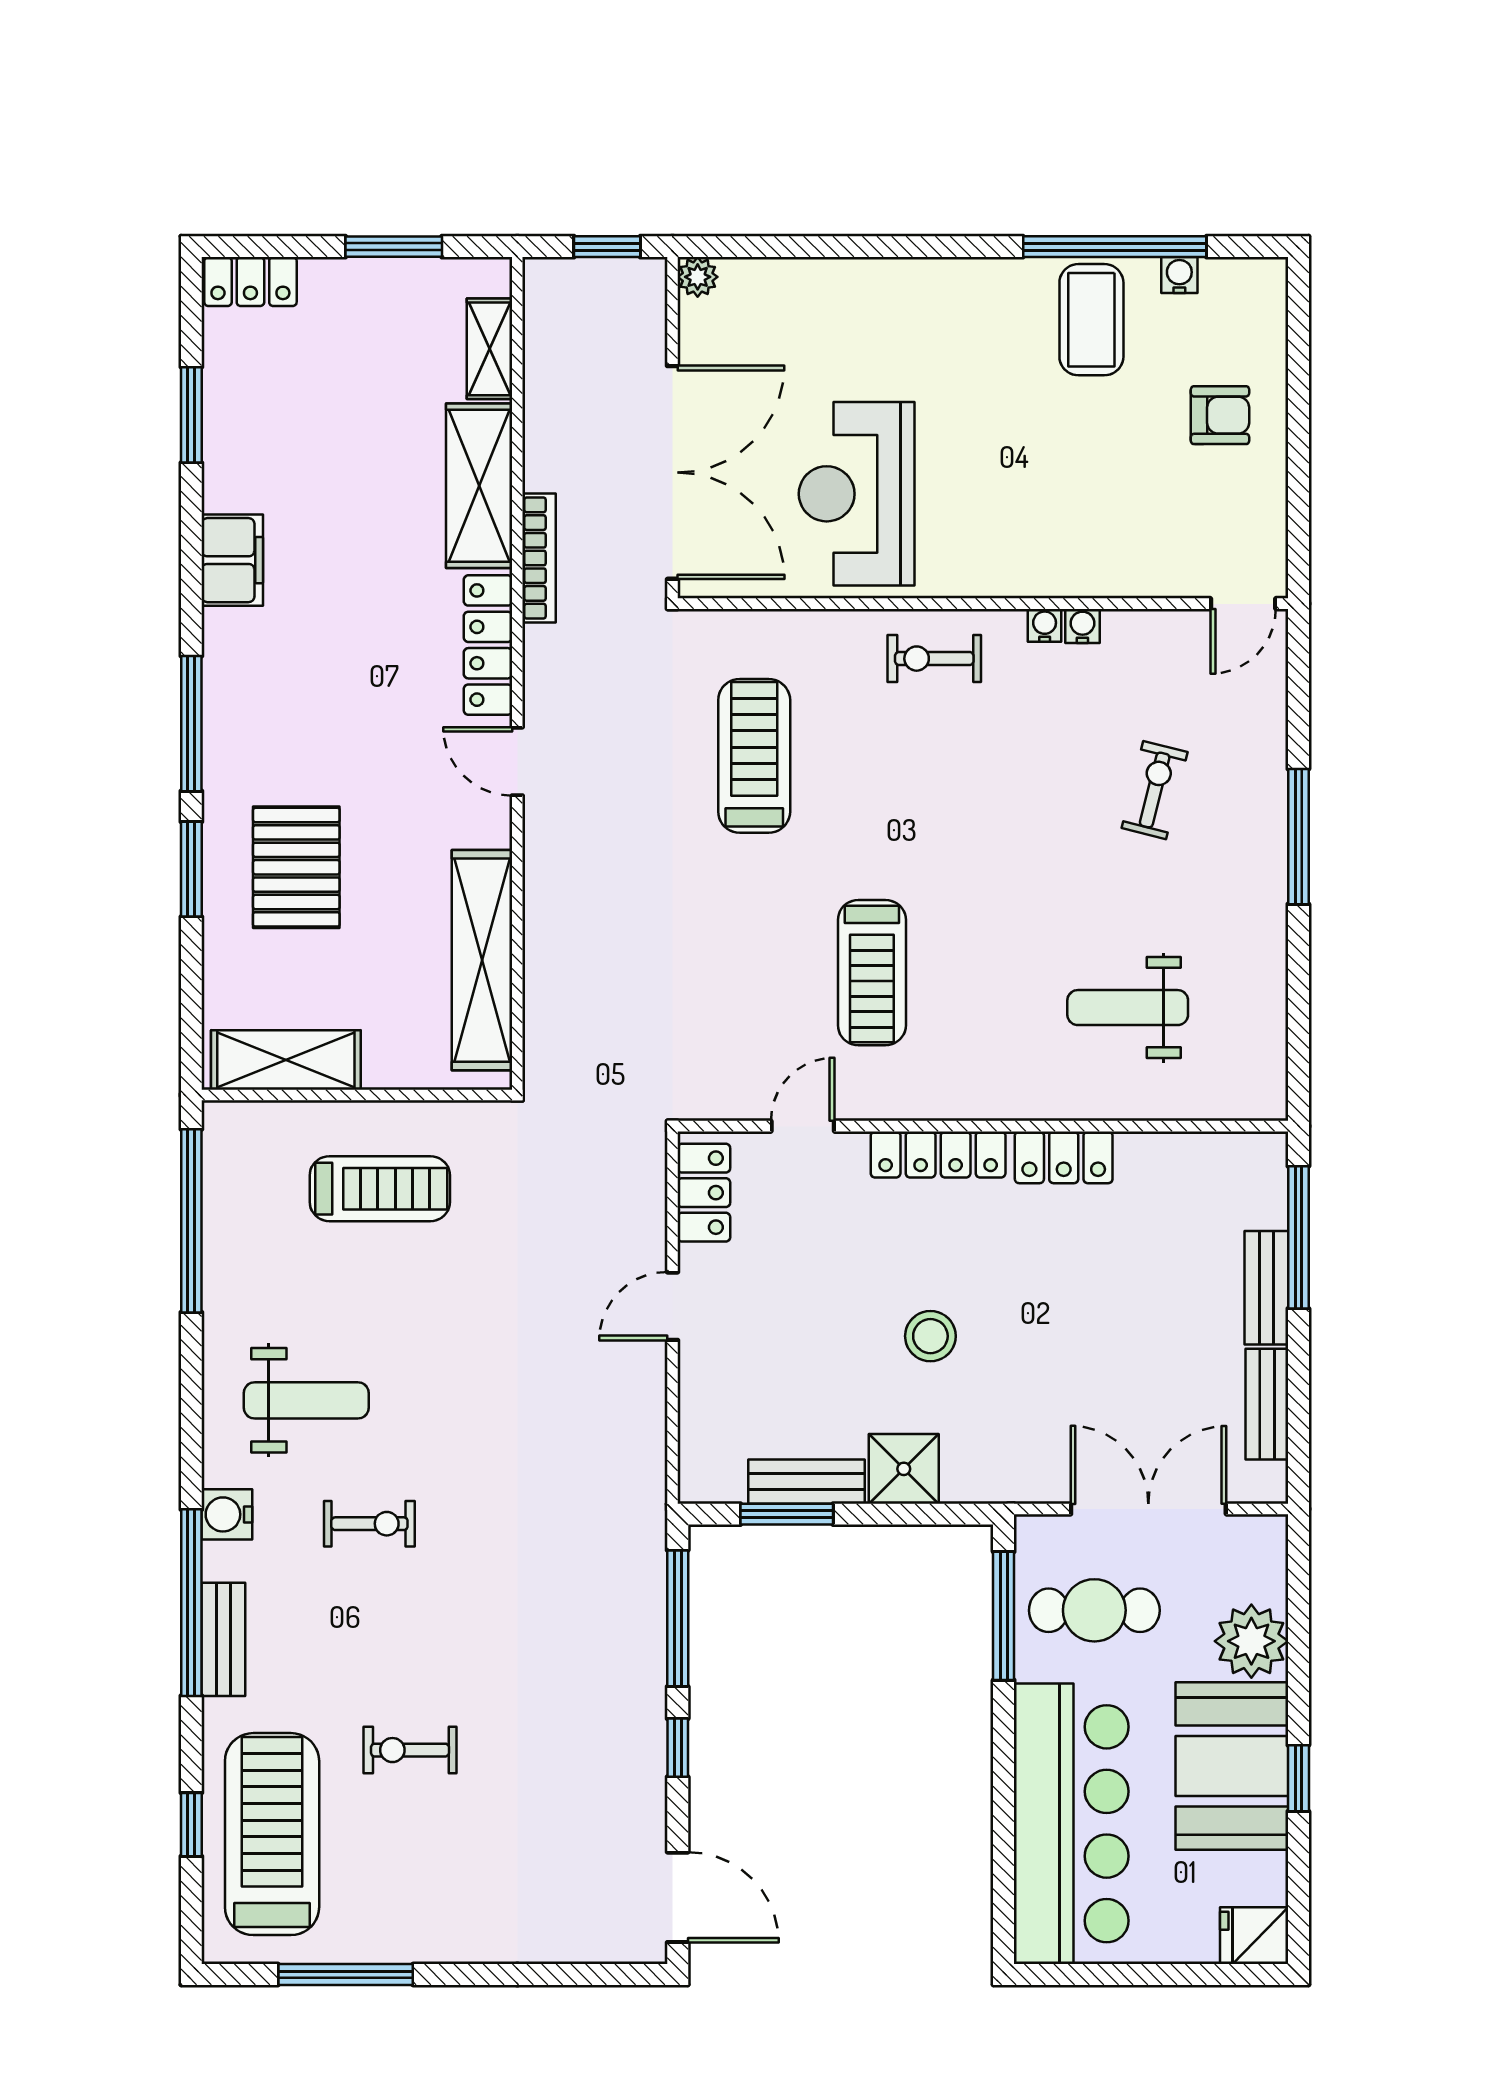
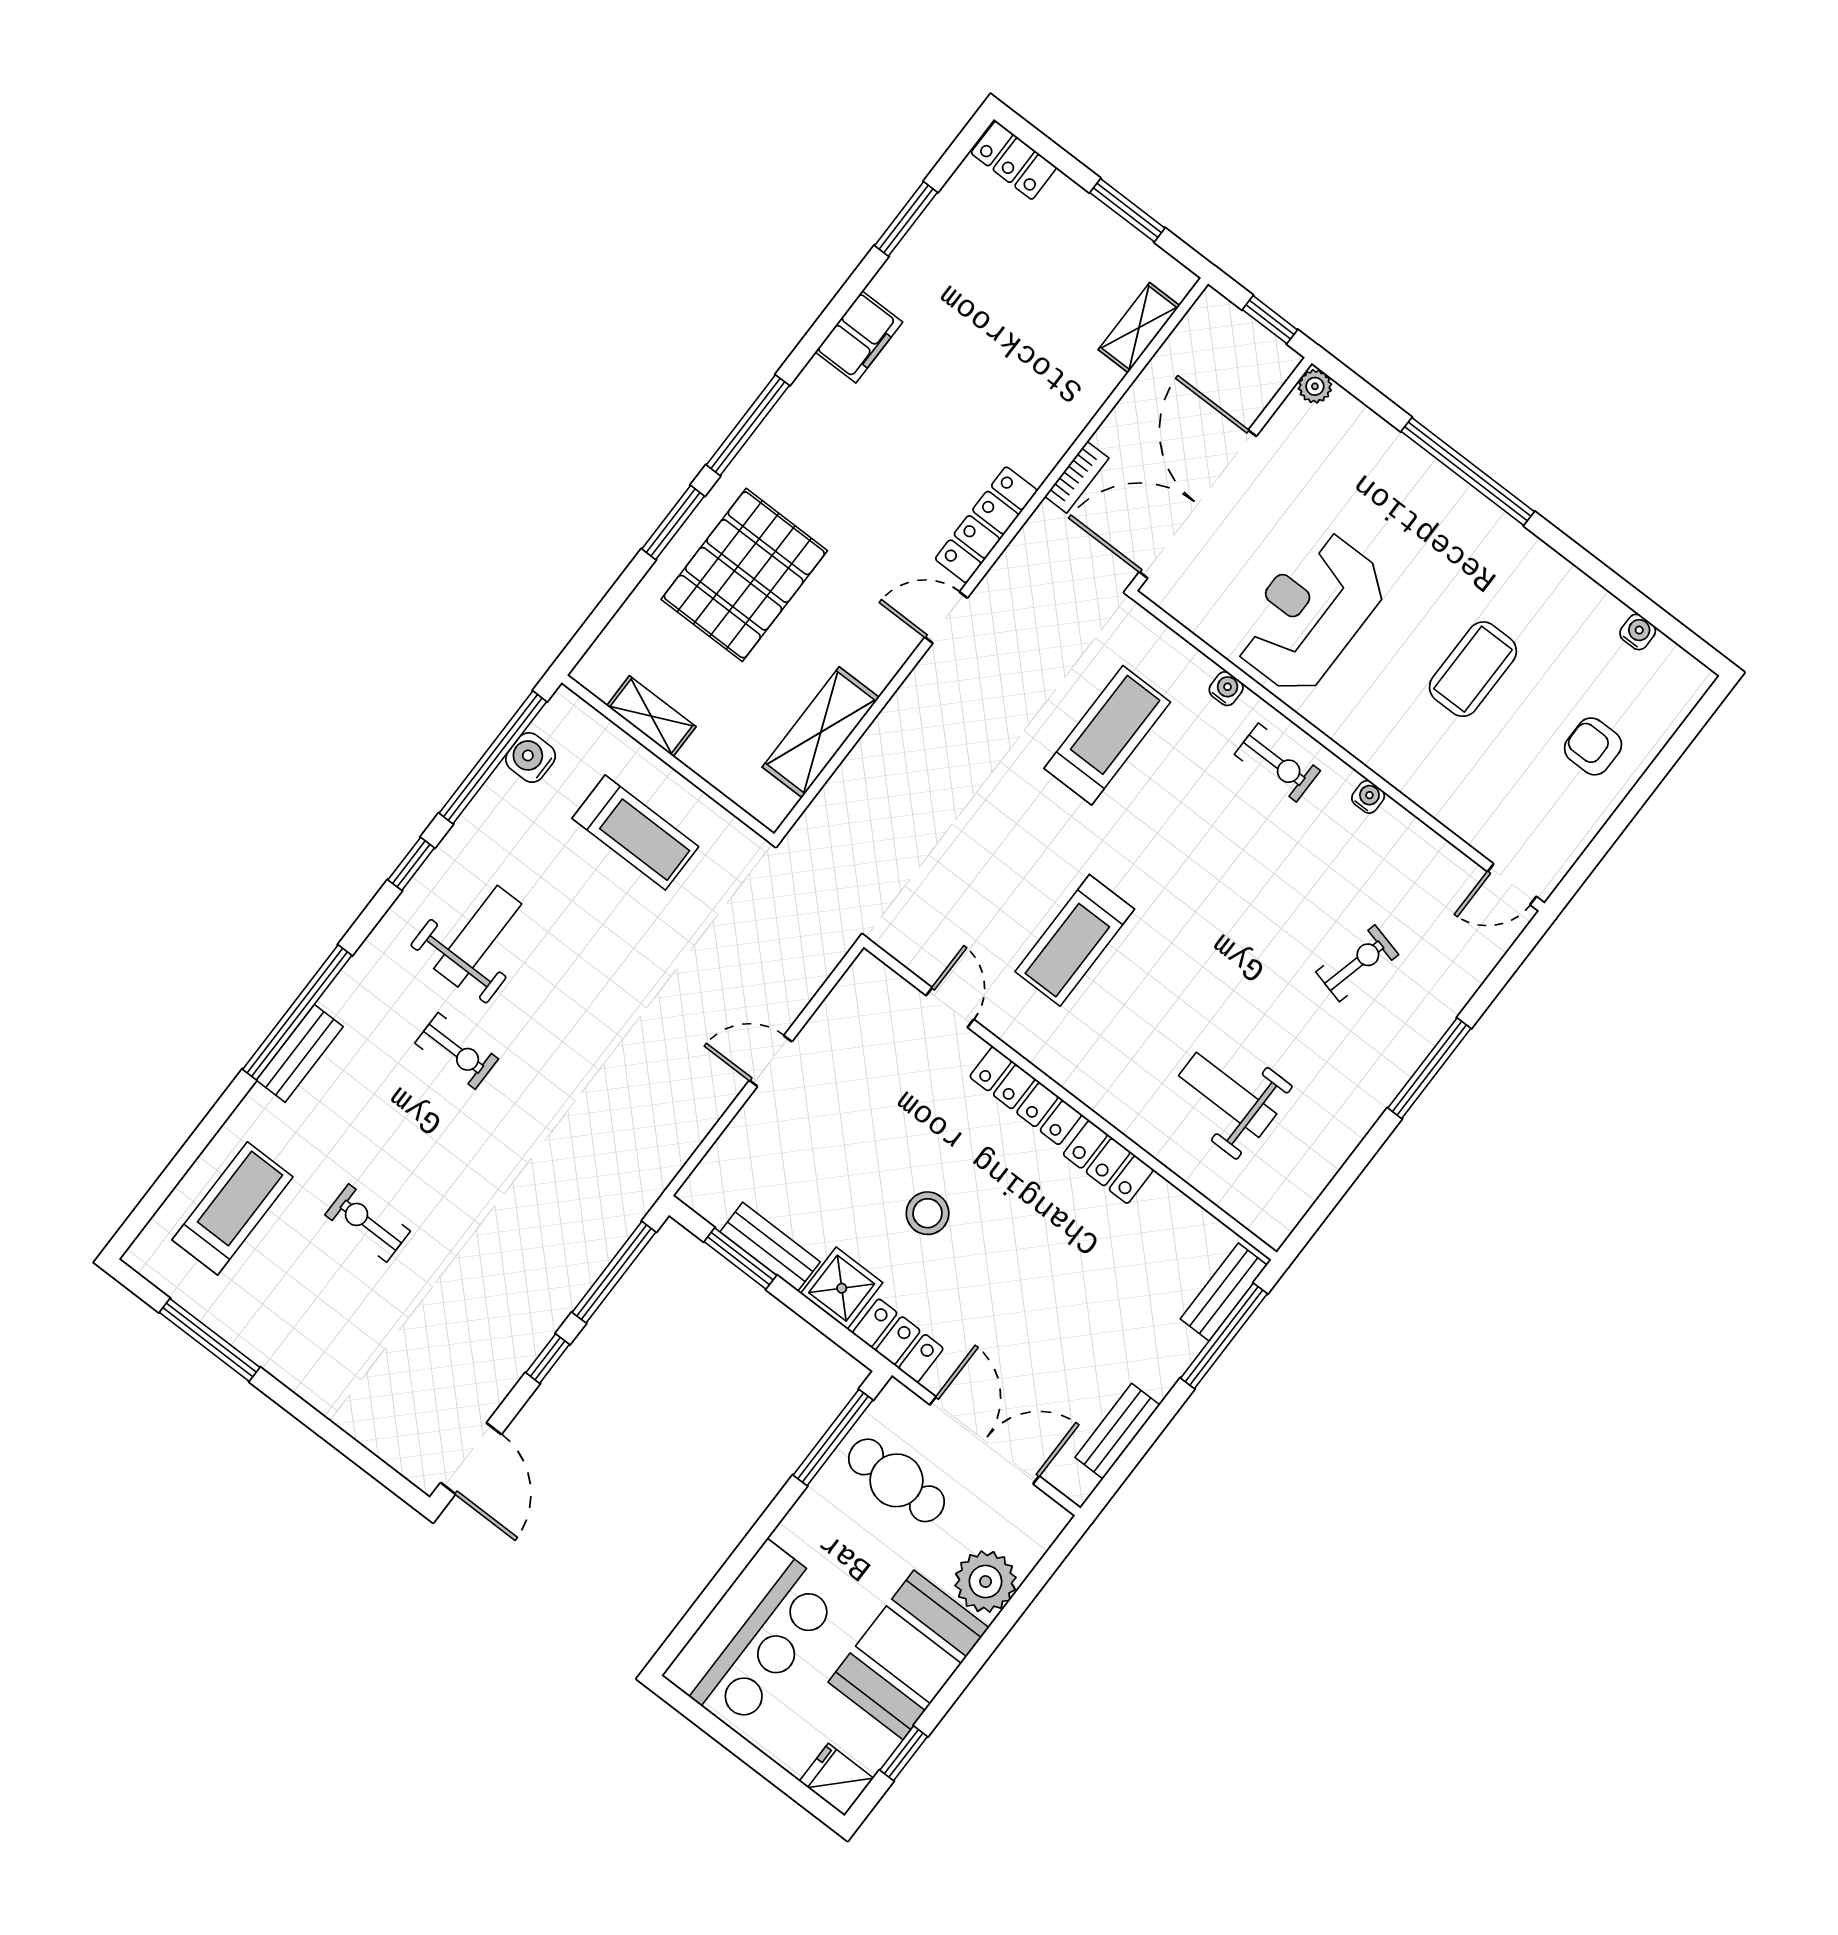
window: (1115, 247) -> (1468, 471), moved
coffee table: (1091, 320) -> (1473, 669), moved
armchair: (1220, 415) -> (1593, 746), turned 180
double door: (672, 472) -> (1198, 504), swing flipped
shelving: (479, 486) -> (1062, 414), removed
bookcase: (539, 558) -> (1077, 477), width x0.64
water cooler: (1082, 626) -> (1226, 689), moved
exercise bike: (934, 659) -> (1277, 763), turned 180
door: (517, 761) -> (946, 618), hinge flipped
pallet: (296, 867) -> (744, 575), width x1.37, depth x1.41
shelving: (482, 960) -> (821, 732), width x0.68
shelving: (286, 1060) -> (651, 716), width x0.67, depth x0.75
door: (803, 1126) -> (950, 1007), hinge flipped
locker: (704, 1193) -> (898, 1341), moved, turned -90
bench: (1266, 1288) -> (1224, 1292), moved
weight bench: (306, 1400) -> (478, 936), turned -90
water cooler: (227, 1514) -> (531, 758), moved
window: (1298, 1778) -> (904, 1753), moved
bar counter: (1071, 1824) -> (752, 1636), width x0.73
window: (191, 1825) -> (411, 864), moved
treadmill: (272, 1834) -> (232, 1208), width x0.73, depth x0.73

